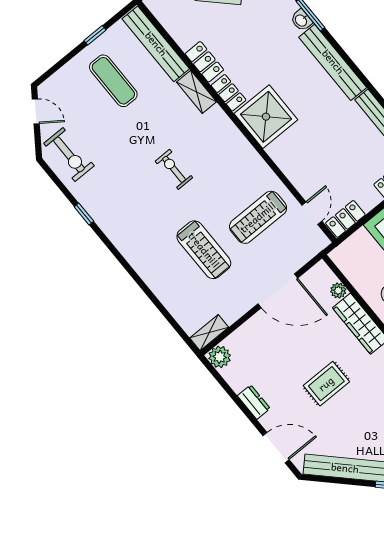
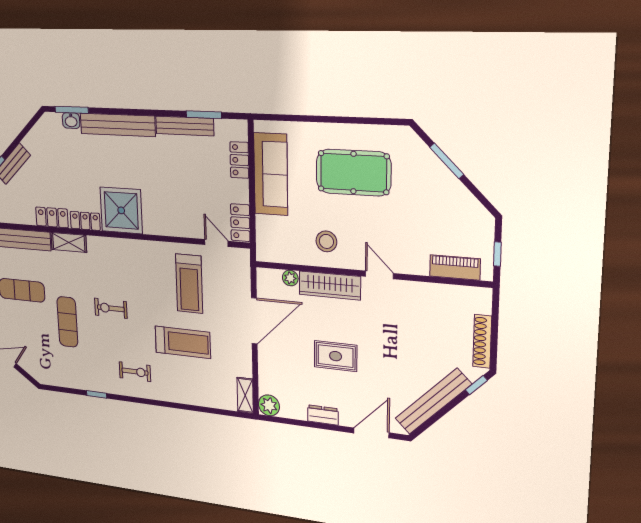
exercise mat: (125, 141) -> (67, 322), added
exercise bike: (69, 155) -> (135, 372), moved, width x0.73, depth x0.72
rug: (326, 384) -> (336, 356), moved, turned 90

